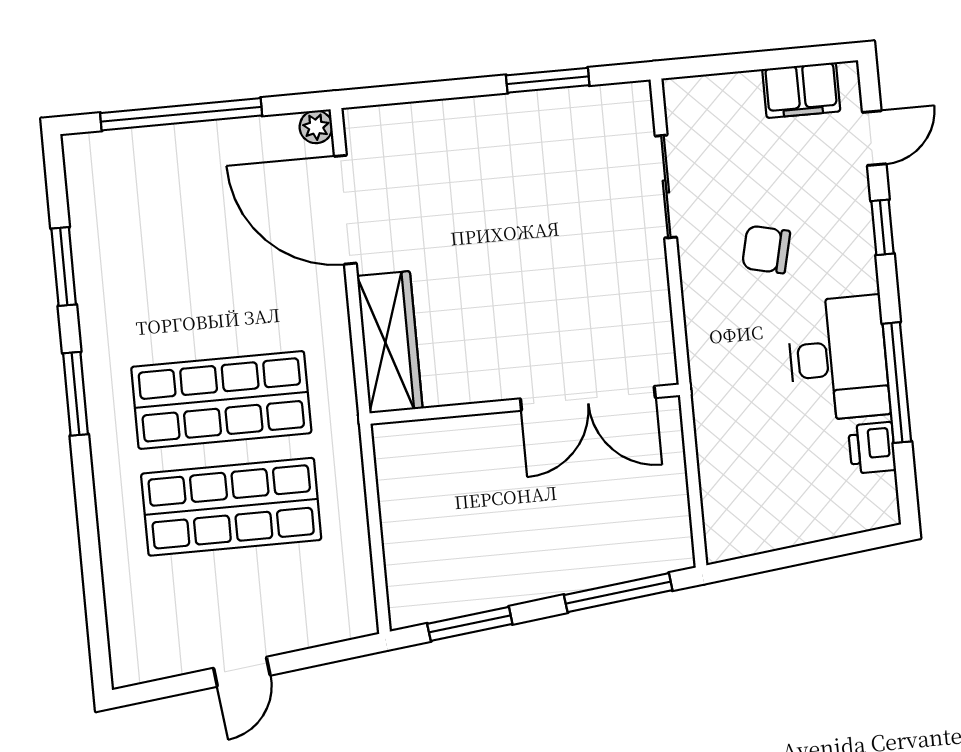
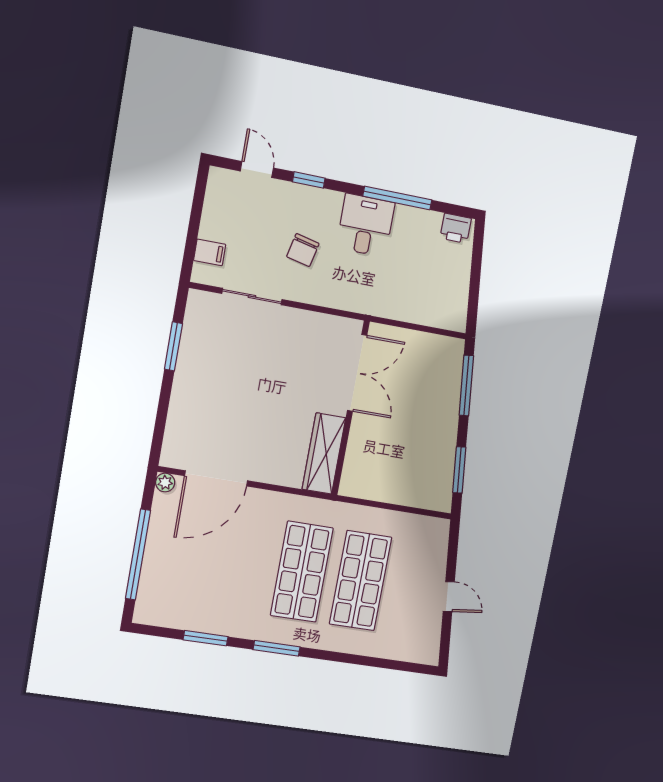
filing cabinet: (801, 90) -> (210, 252), moved, width x0.50
wardrobe: (390, 342) -> (324, 454), moved, turned -90
desk: (838, 358) -> (365, 225), width x0.73
printer: (872, 448) -> (456, 228), moved

